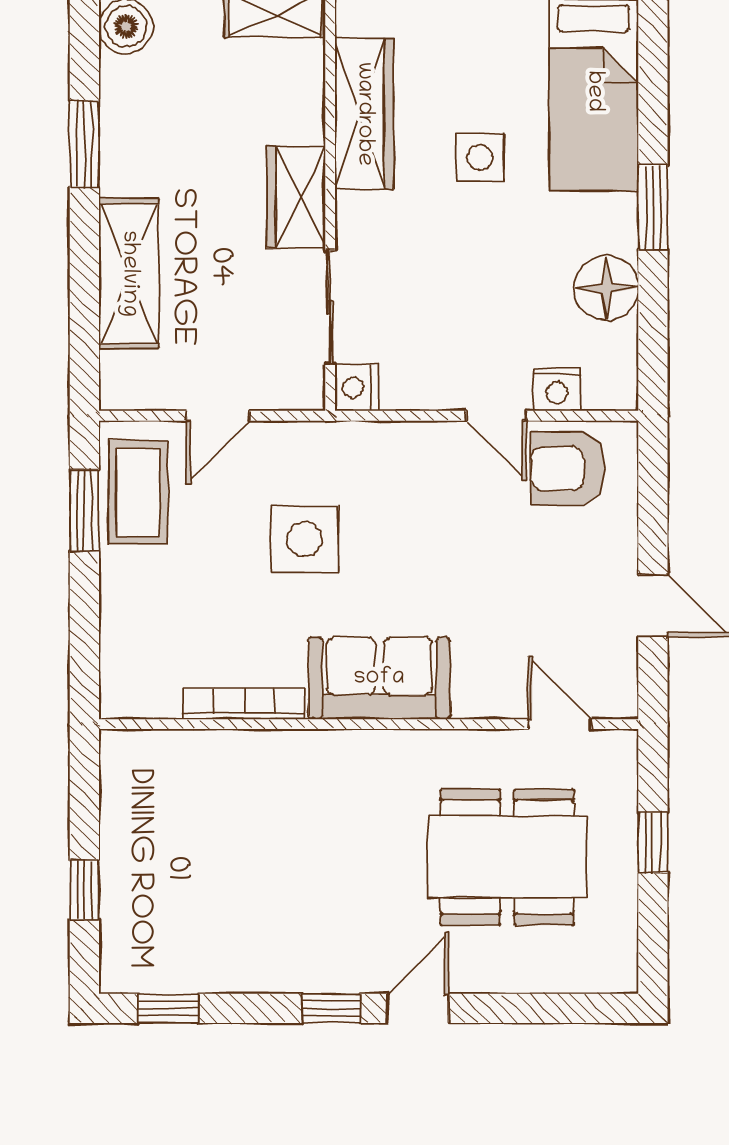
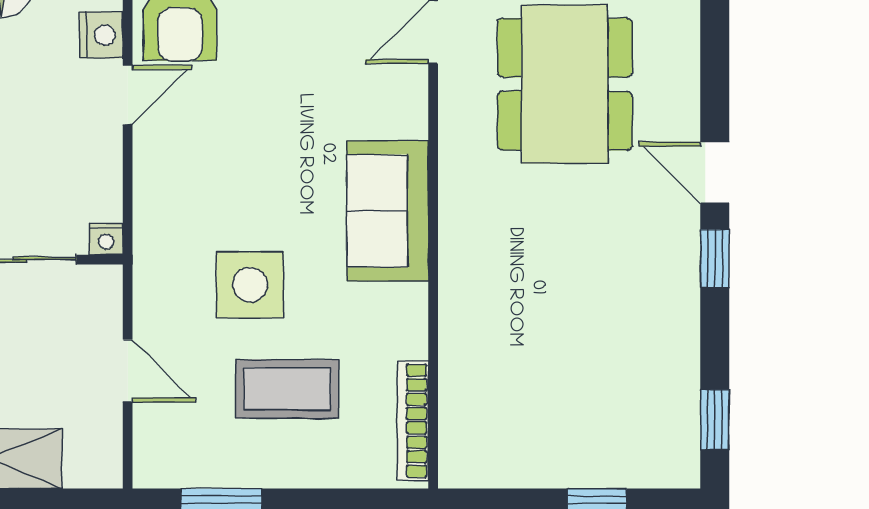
nightstand: (356, 388) -> (106, 239), width x0.72, depth x0.74
coffee table: (138, 492) -> (287, 389), moved
bookcase: (244, 704) -> (413, 421), moved

